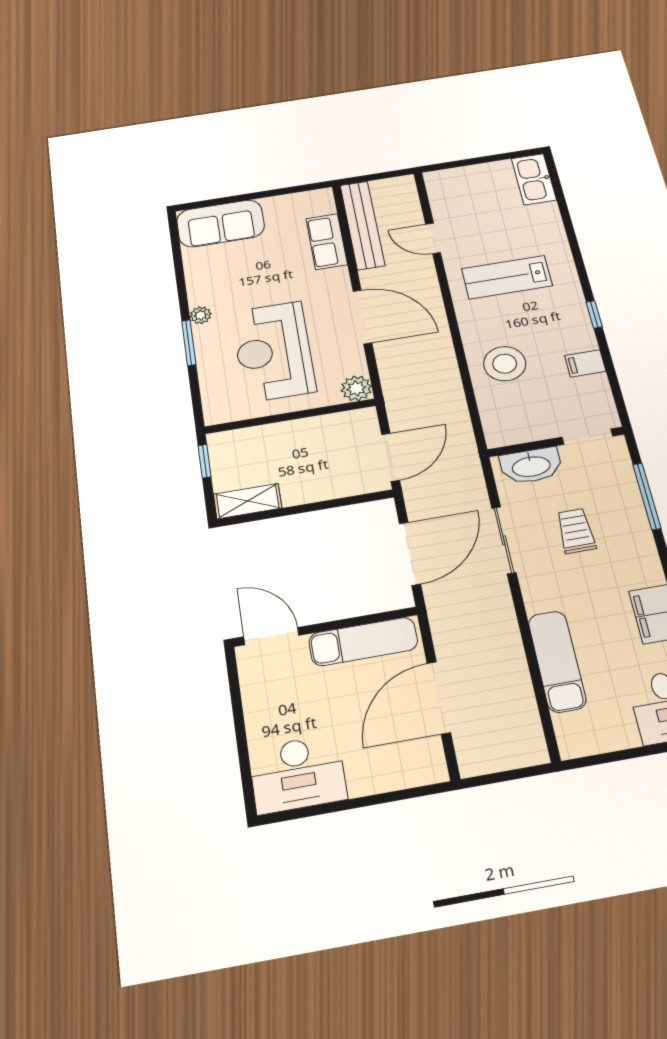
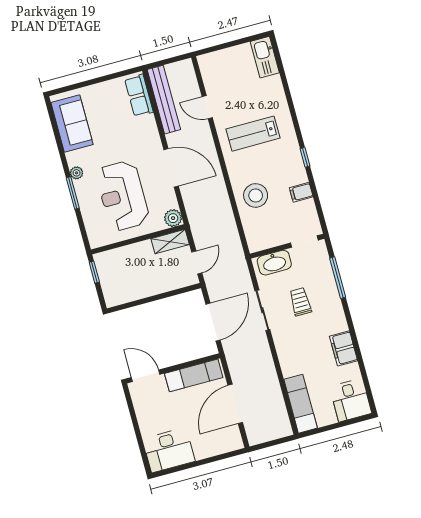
sofa: (221, 223) -> (72, 124), moved, turned -90
row of seats: (327, 241) -> (139, 95), moved
door: (391, 457) -> (197, 262), width x0.73
shelving: (248, 501) -> (170, 242), moved
exam couch: (557, 661) -> (301, 404), moved

